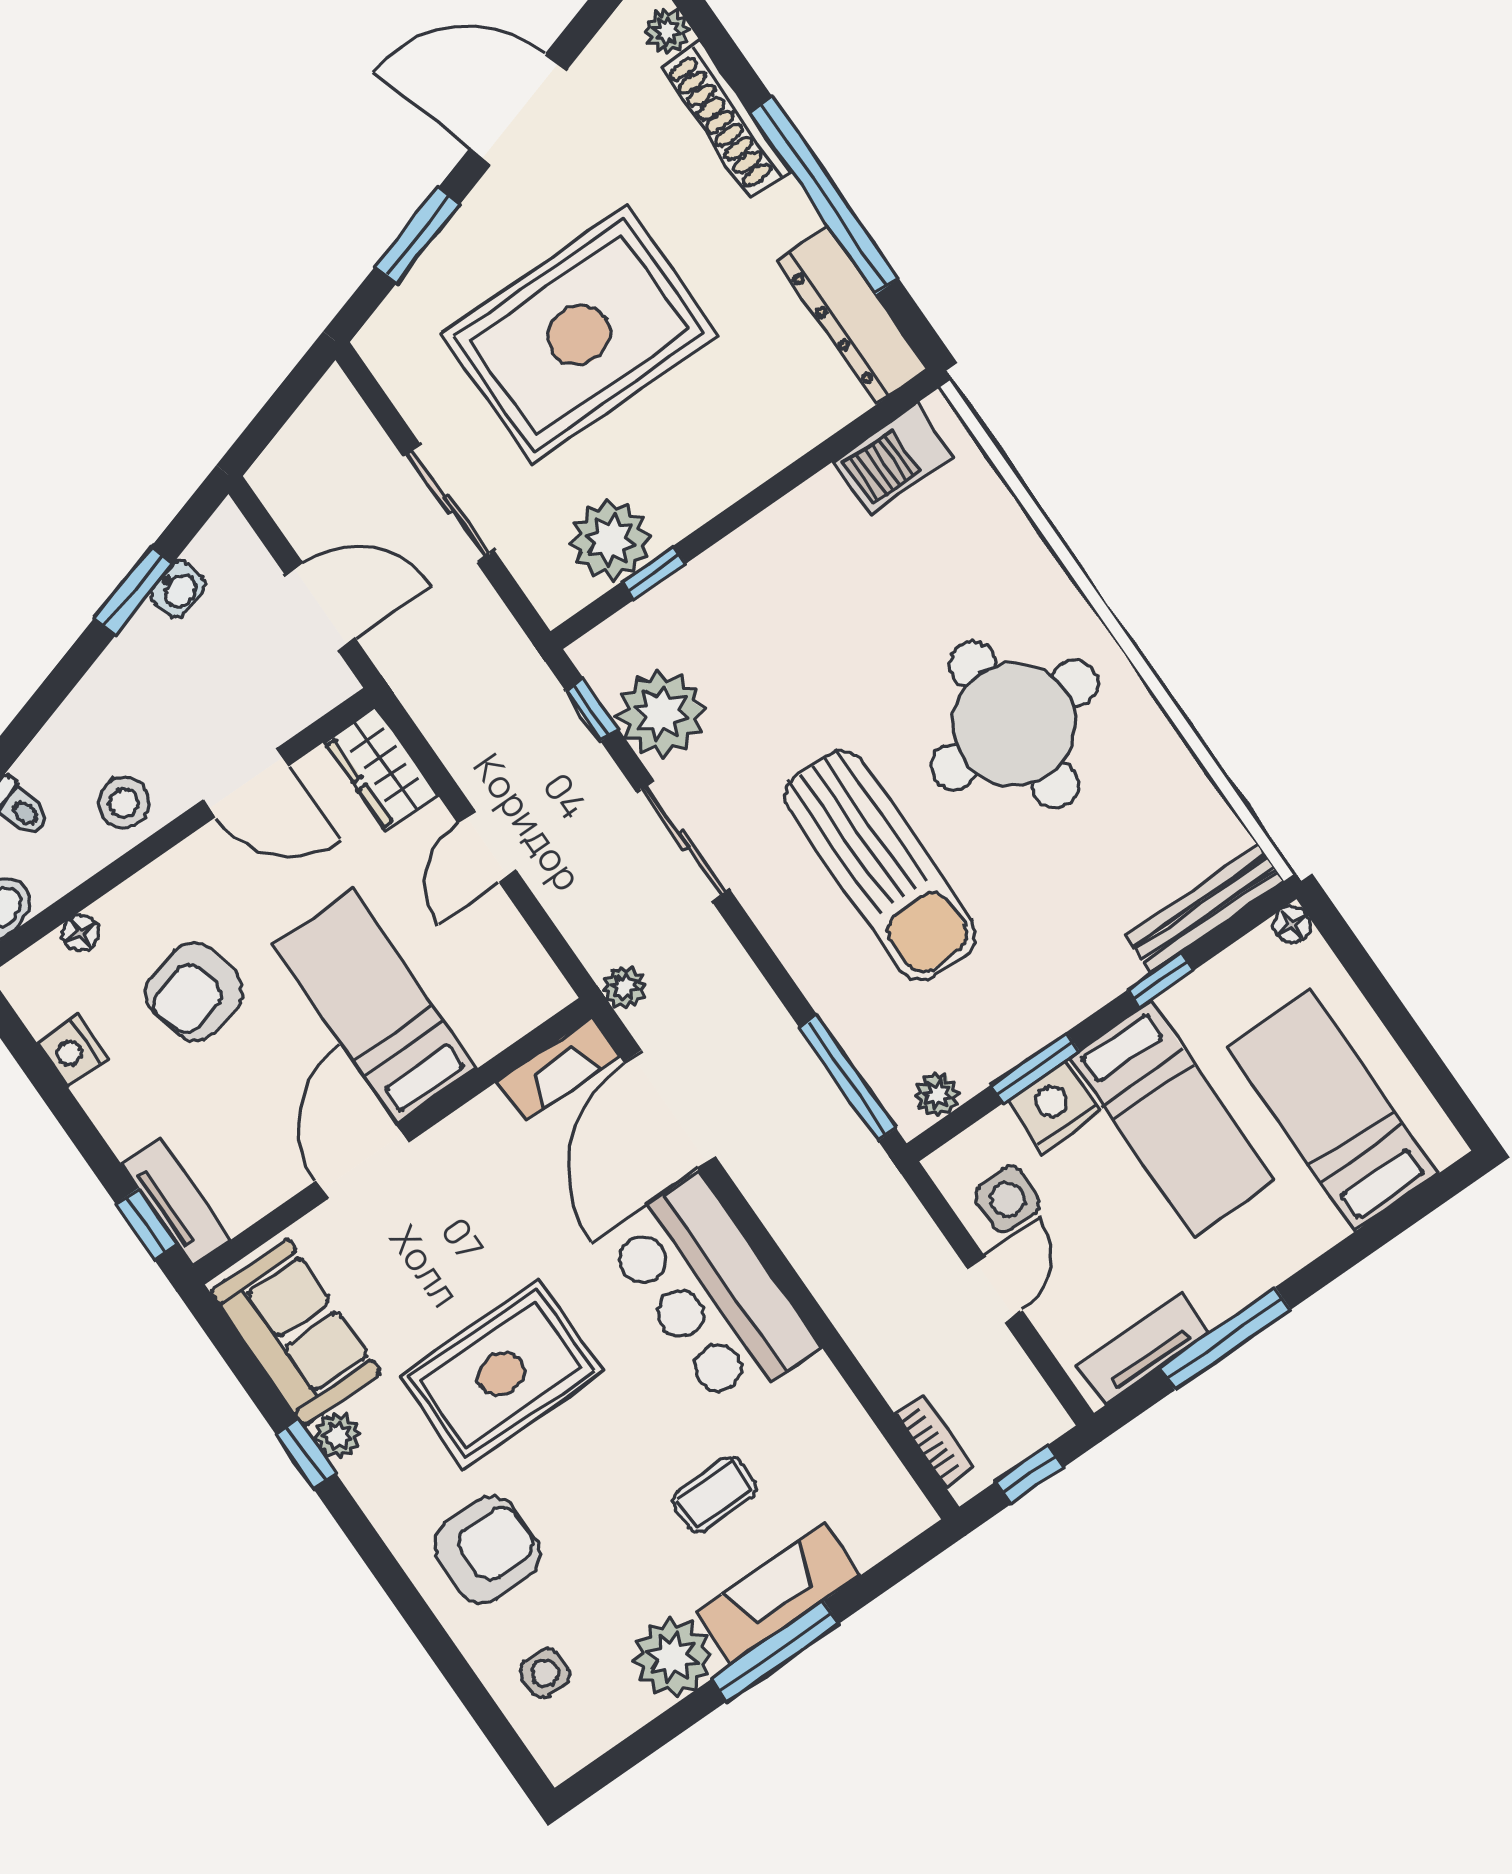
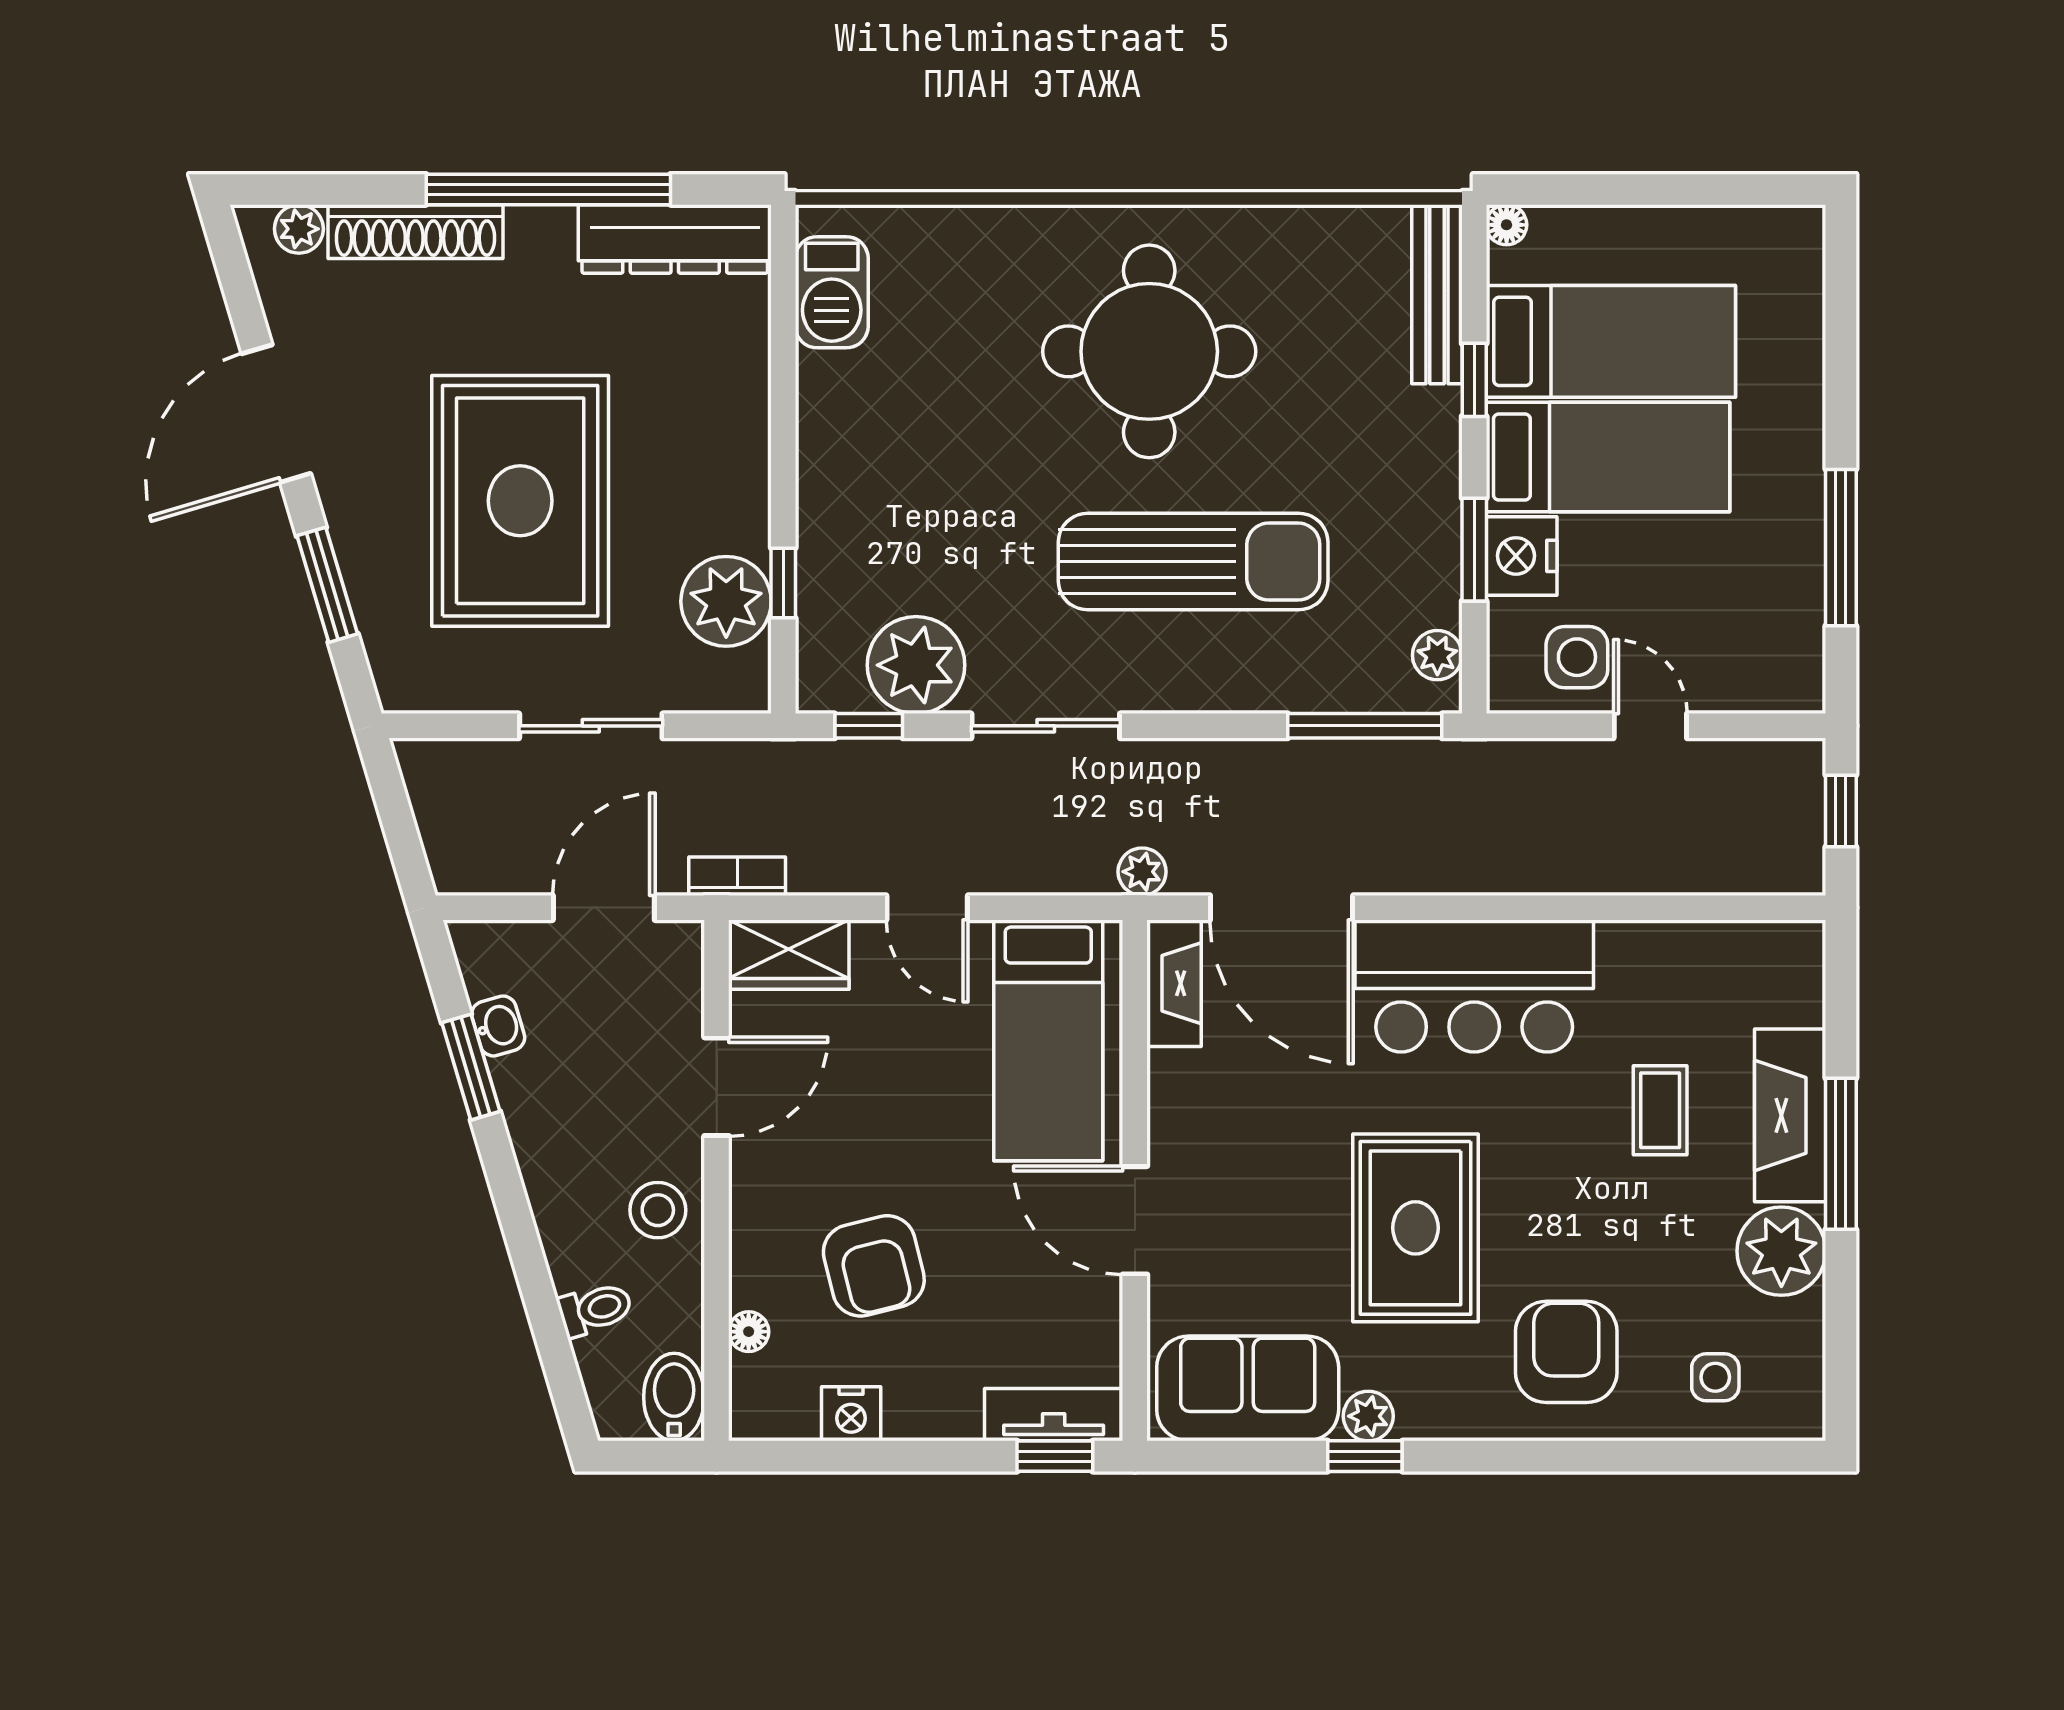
bed: (375, 1007) -> (1048, 1040), moved, turned -90
bed: (1332, 1111) -> (1611, 341), moved, turned 180
tv unit: (1144, 1349) -> (1799, 628), removed
bookcase: (935, 1441) -> (737, 876), moved

